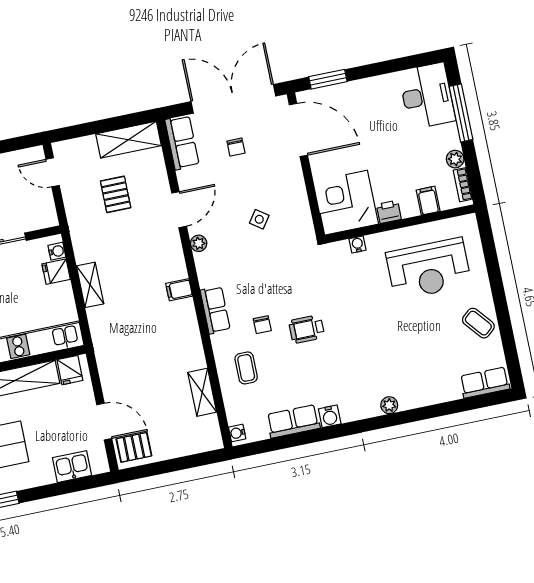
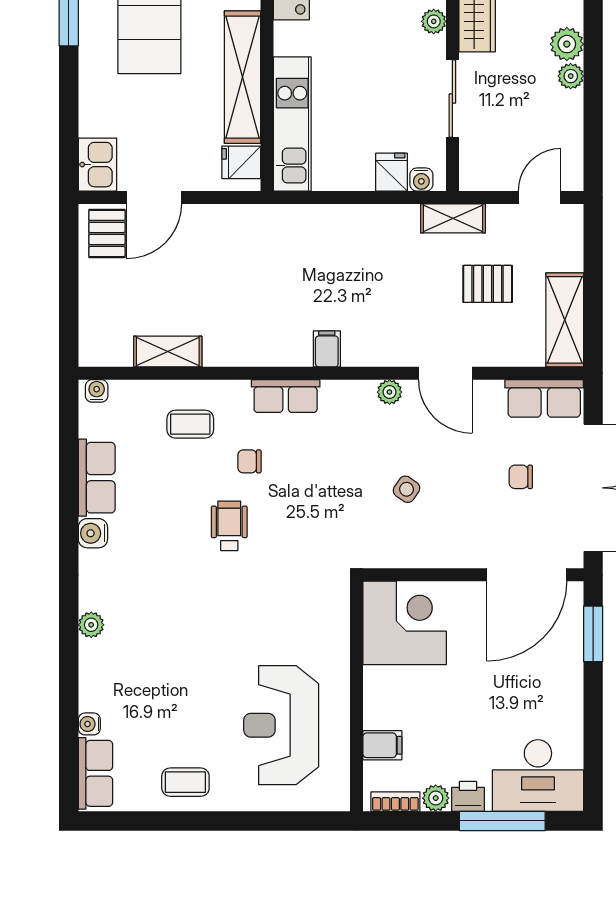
printer: (389, 212) -> (468, 796), moved, turned -90
water cooler: (358, 244) -> (89, 724), moved, turned 180
shelving: (90, 285) -> (453, 218), moved
coffee table: (478, 323) -> (185, 782), turned 40
kitchen sink: (72, 467) -> (98, 165), moved

